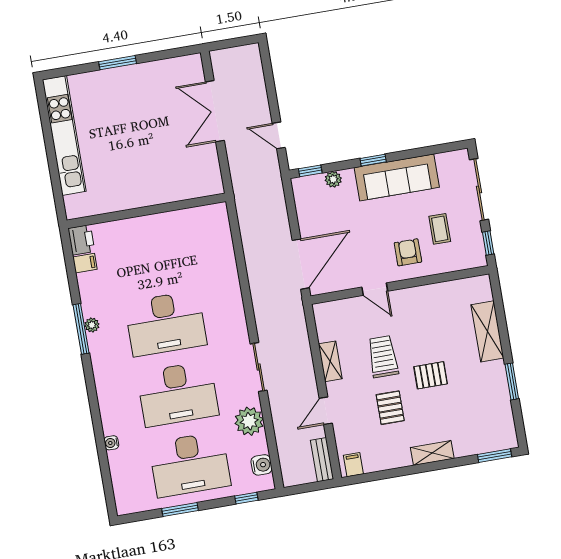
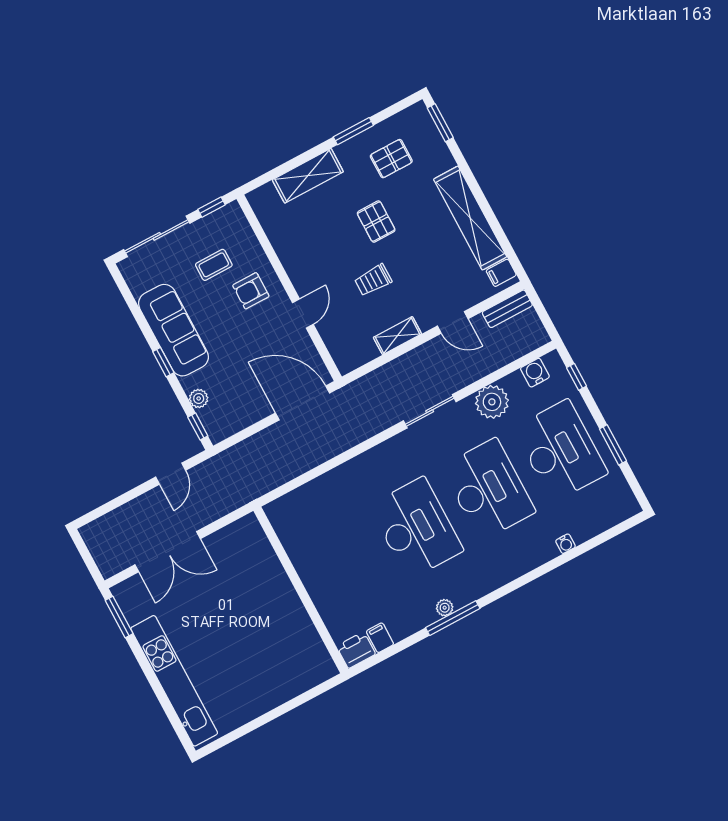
window: (118, 63) -> (119, 617), moved
kitchen unit: (64, 135) -> (174, 681), moved, turned 90
trolley: (383, 357) -> (373, 280), width x0.73, depth x0.72
pallet: (390, 408) -> (391, 159), moved
shelving: (432, 453) -> (470, 218), width x2.20, depth x1.33

